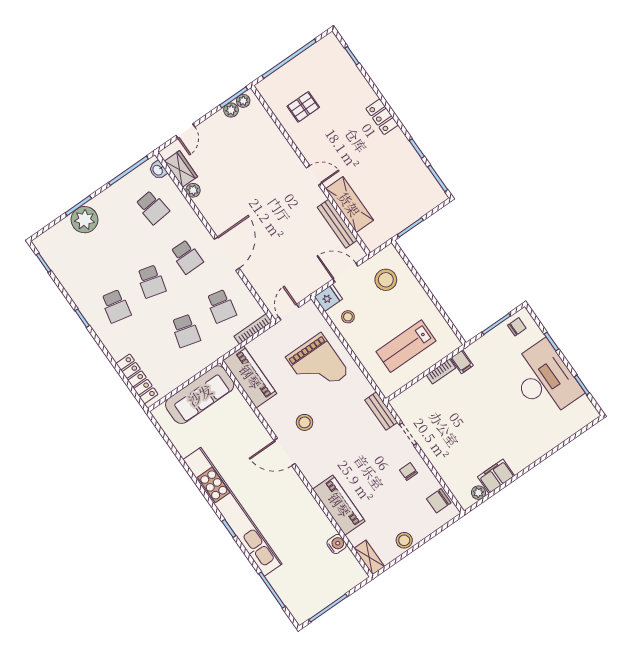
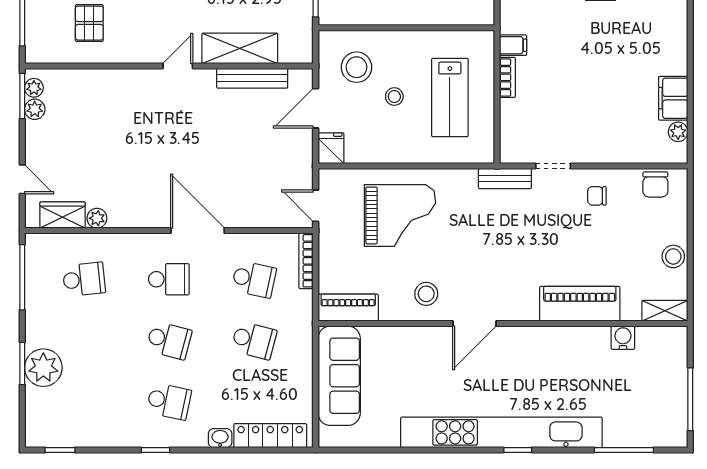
washbasin: (158, 170) -> (220, 438), moved, turned 180
stool: (348, 317) -> (394, 97), moved
piano: (250, 377) -> (348, 308), width x0.73, depth x0.75
stool: (305, 422) -> (426, 294), moved

